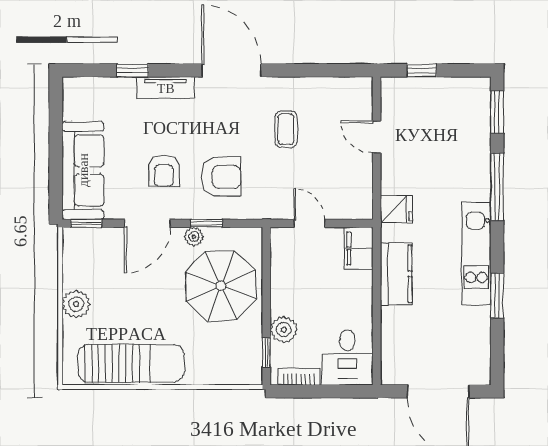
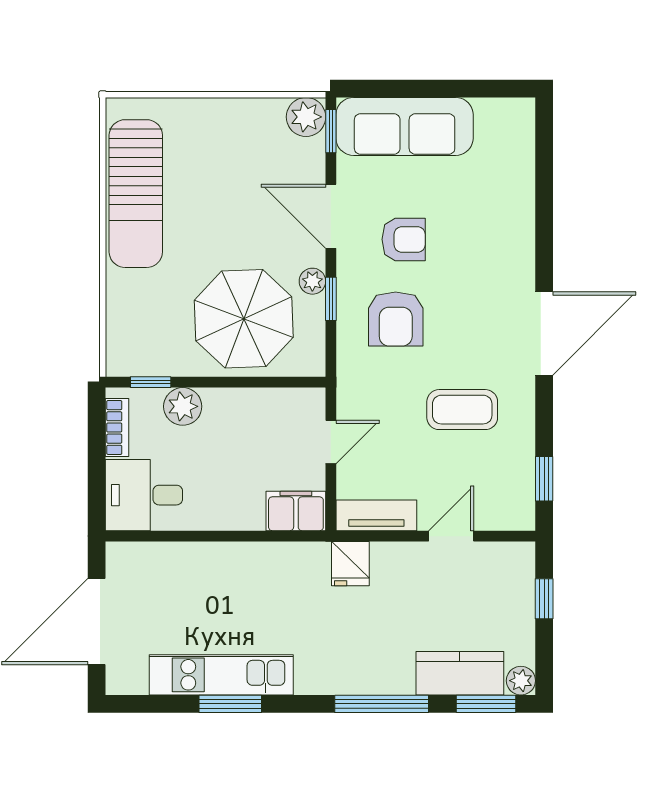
window: (132, 70) -> (544, 479), moved
plant: (480, 87) -> (521, 681), added
tv unit: (166, 88) -> (376, 515), moved, turned 90
coffee table: (286, 129) -> (462, 410), width x1.36, depth x1.30
armchair: (164, 171) -> (404, 239), turned 180
kitchen unit: (476, 254) -> (221, 675), moved
kitchen counter: (396, 274) -> (460, 673), moved, turned 180
plant: (76, 304) -> (306, 117), moved

